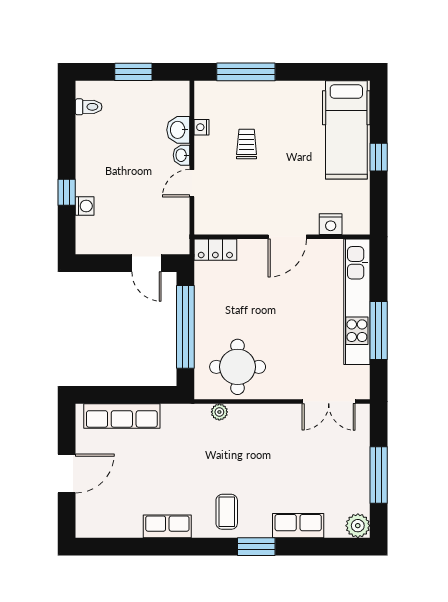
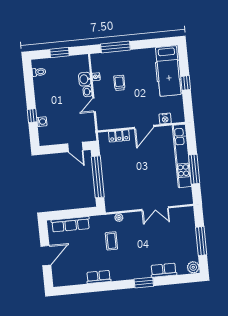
locker: (215, 250) -> (119, 136), moved
round table: (238, 367) -> (126, 194), removed
double door: (329, 402) -> (155, 209), moved
coffee table: (227, 512) -> (111, 241), moved

